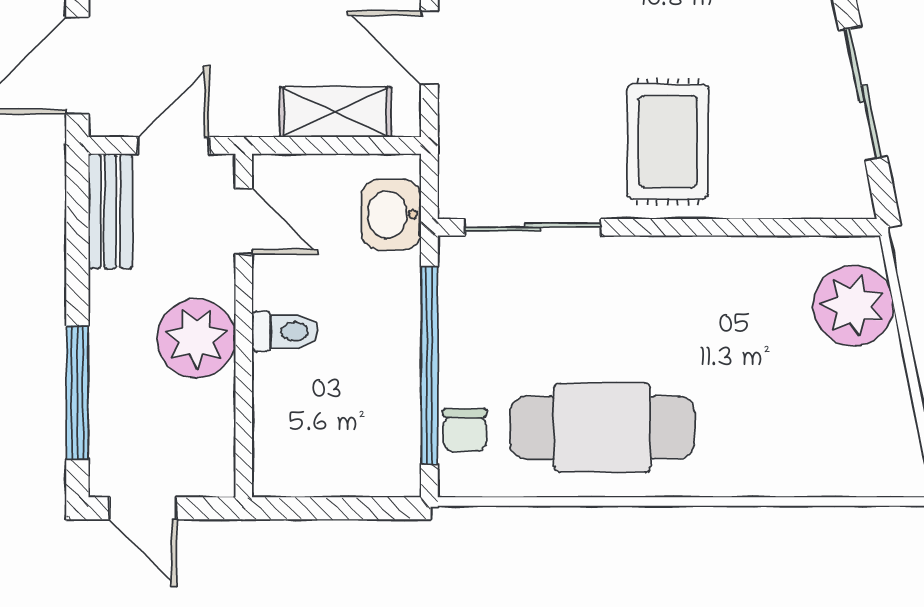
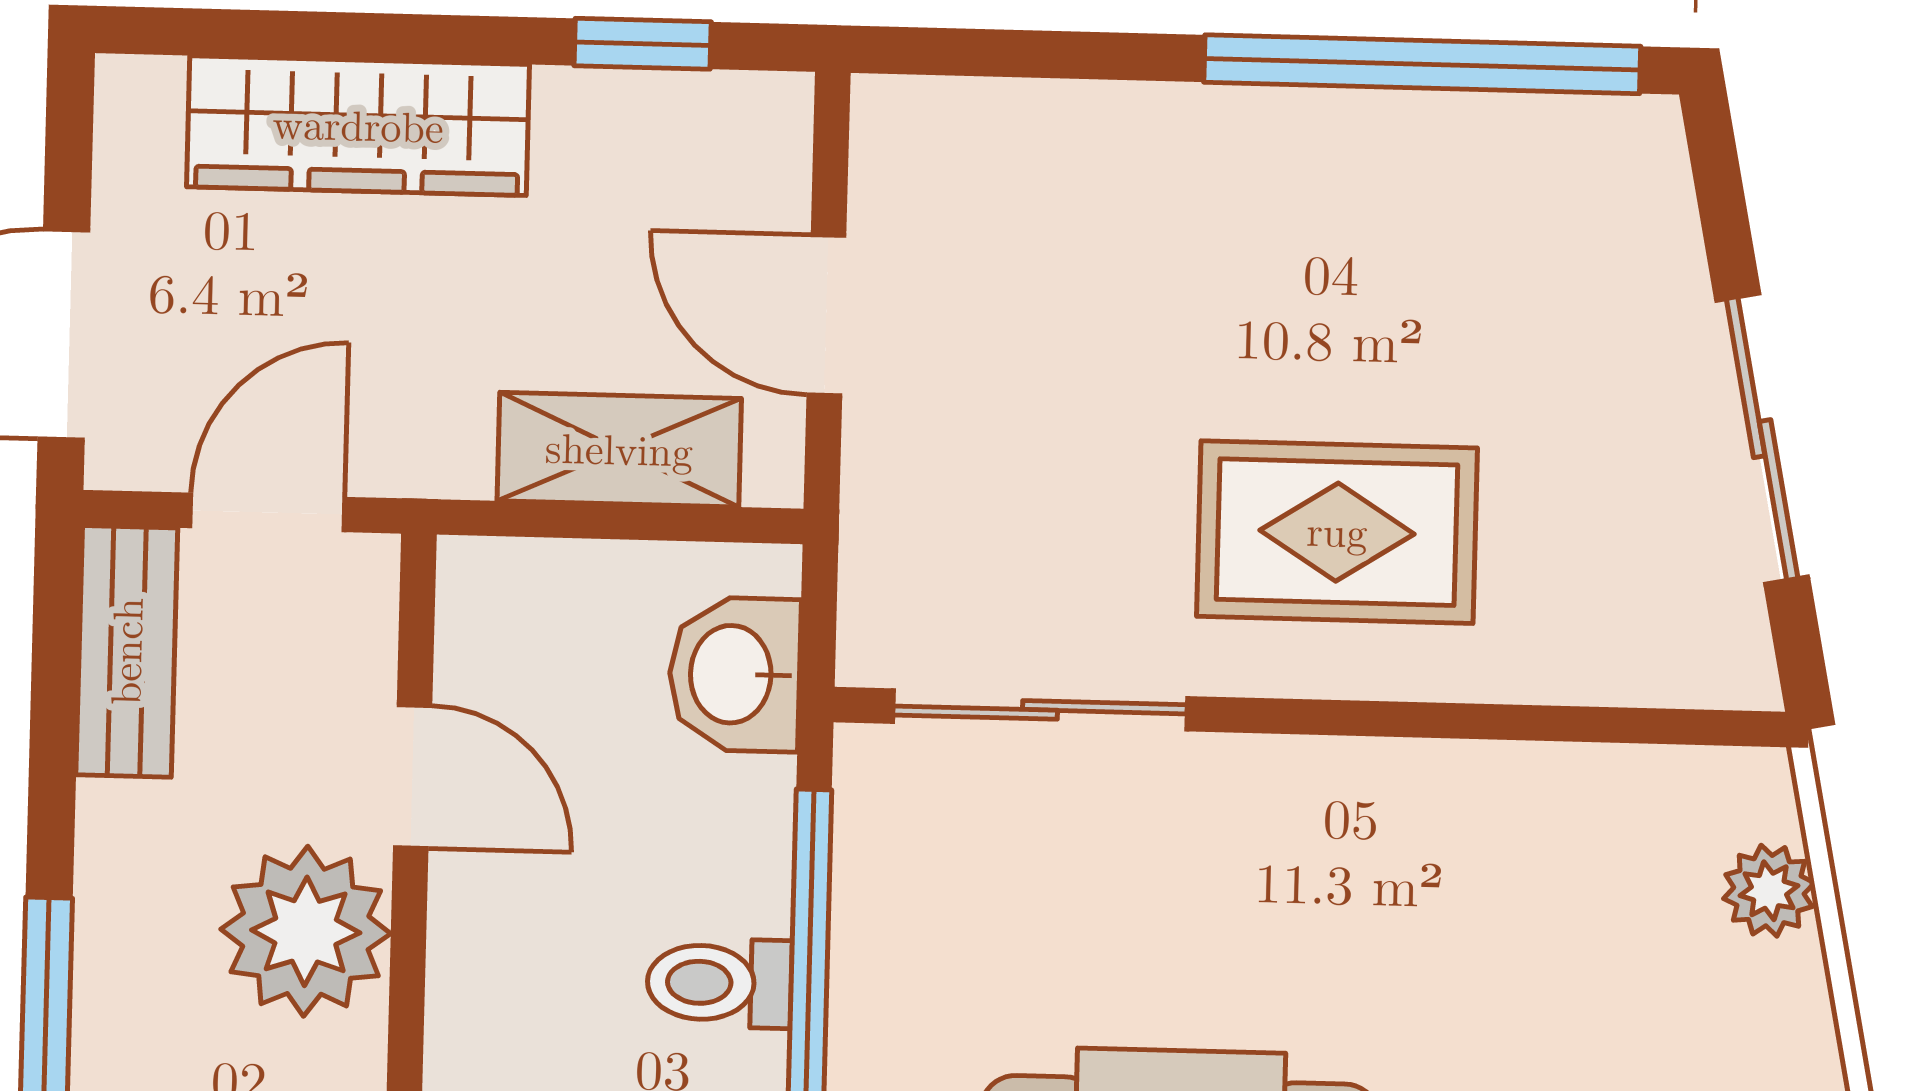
rug: (668, 142) -> (1337, 532), turned 90
door: (244, 221) -> (413, 777), moved
plant: (853, 306) -> (1769, 891), width x0.53, depth x0.53
toilet: (285, 331) -> (719, 983), moved, turned 180

